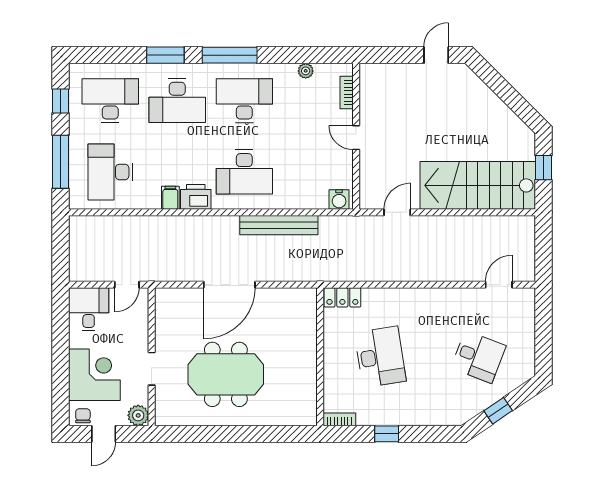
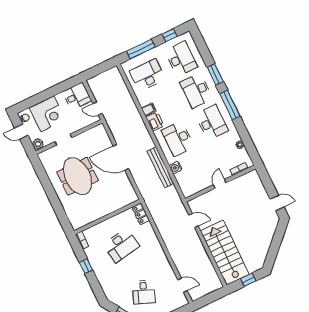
water cooler: (339, 200) -> (176, 168), moved

